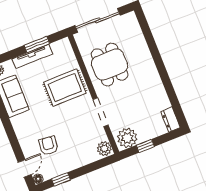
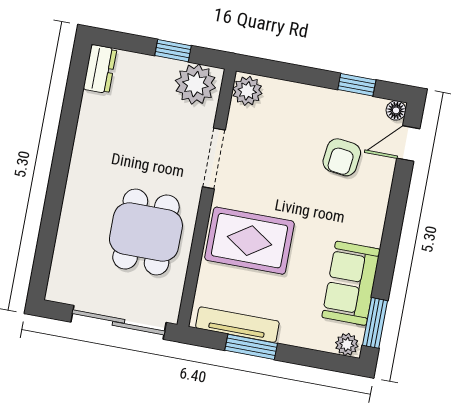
tv unit: (32, 56) -> (237, 325), moved

